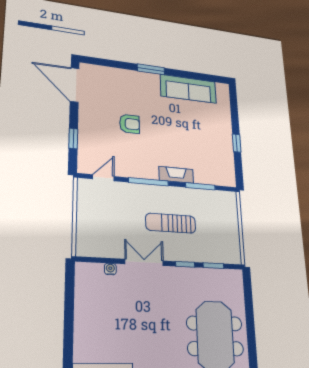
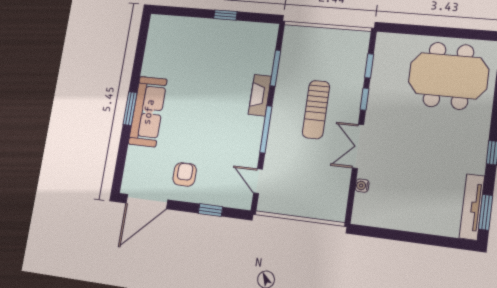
sofa: (188, 89) -> (148, 112), moved
armchair: (130, 124) -> (185, 174), moved

